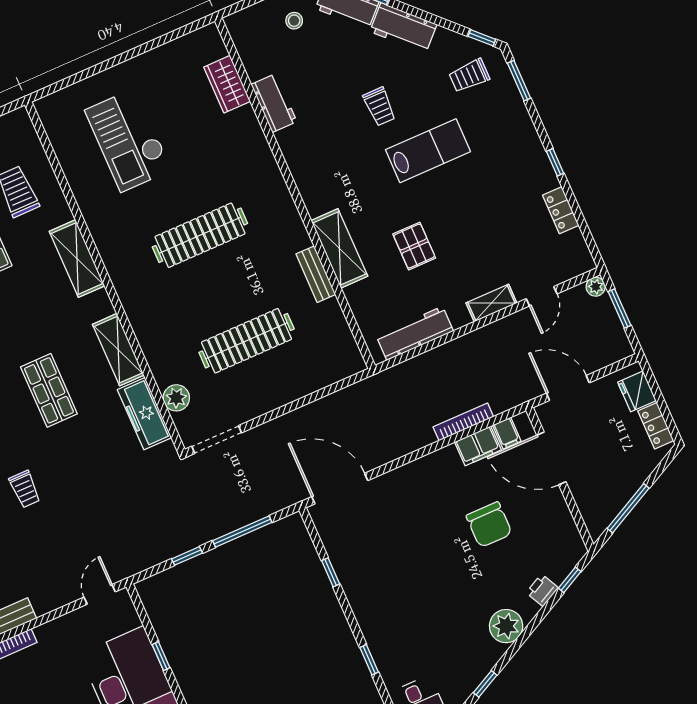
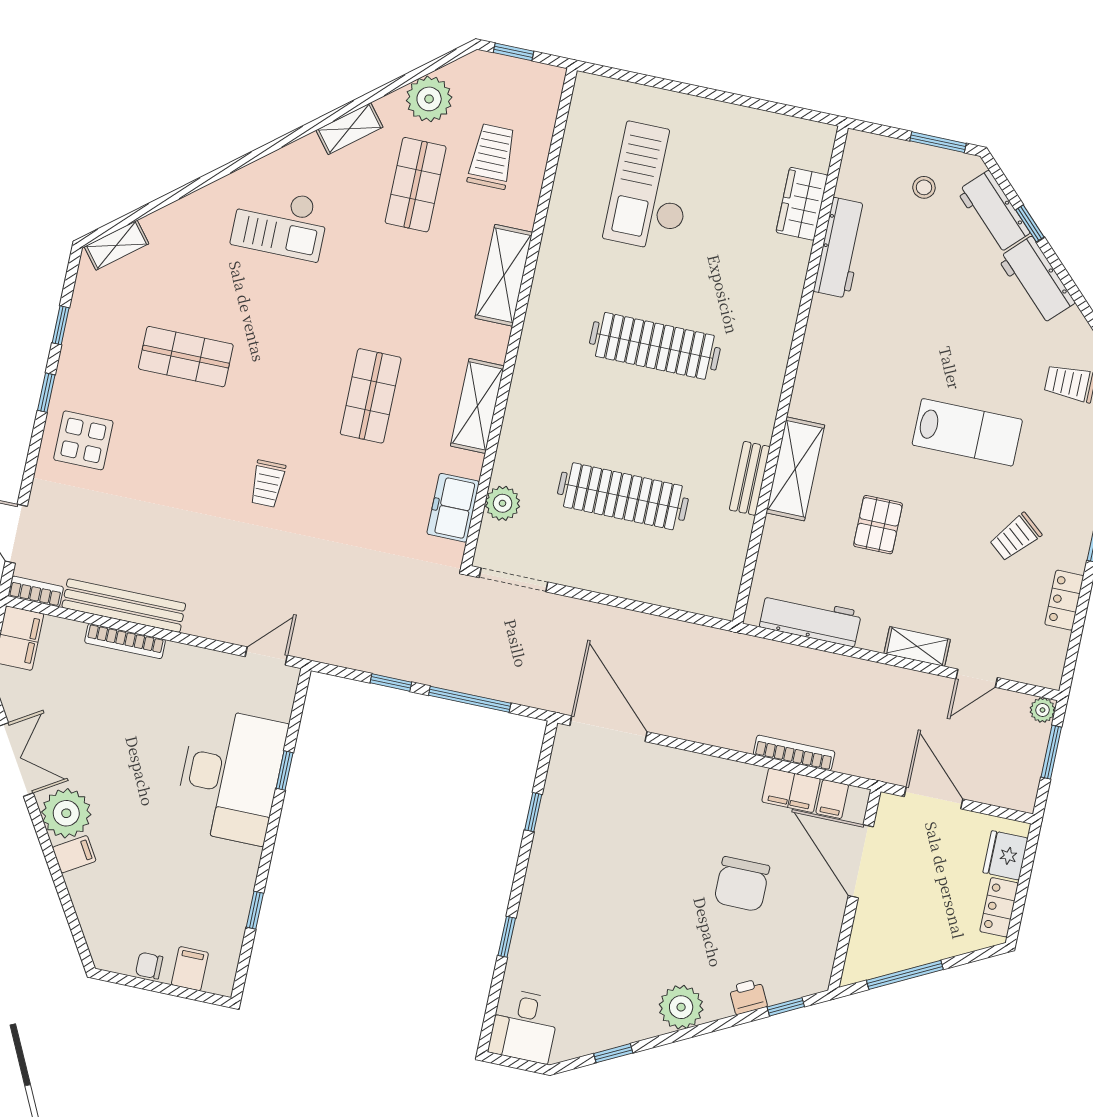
workbench: (274, 103) -> (841, 248), width x1.38
trolley: (379, 106) -> (1015, 537), moved, turned 40
freezer: (144, 414) -> (453, 508), width x0.71

